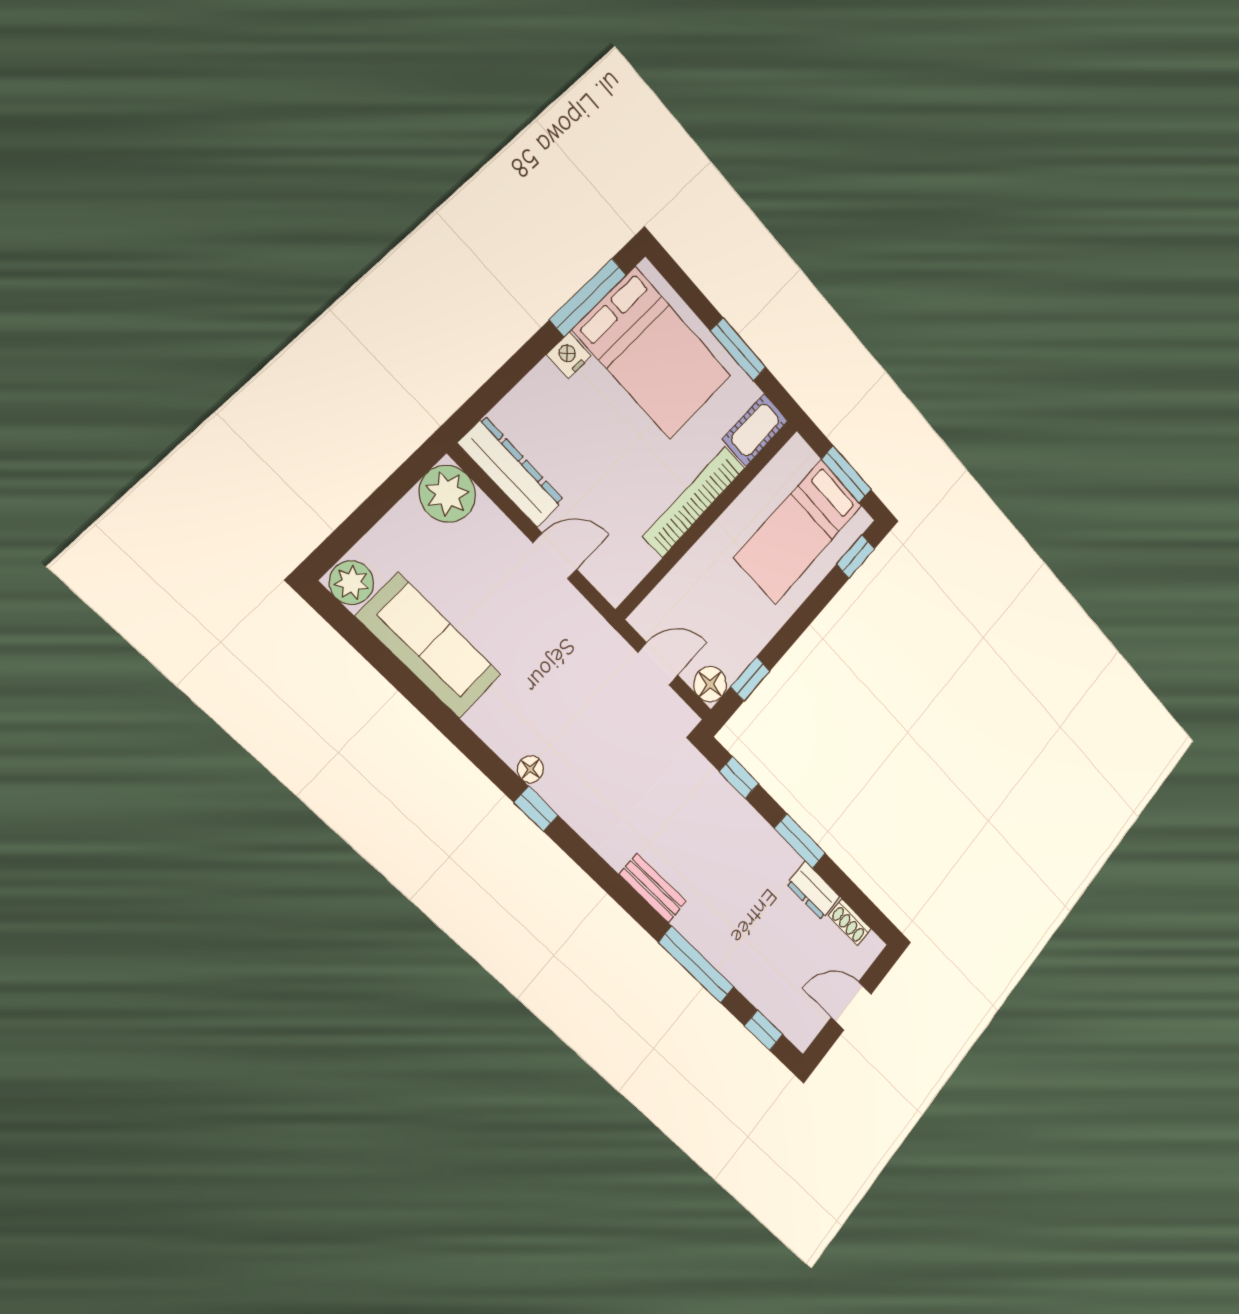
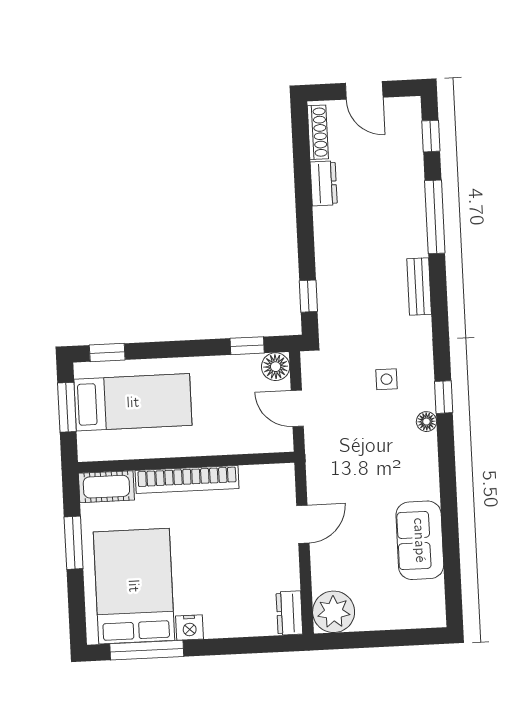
dresser: (511, 472) -> (289, 613), width x0.51, depth x0.80
door: (555, 556) -> (303, 524), swing flipped
plant: (351, 583) -> (430, 611), removed
sofa: (429, 646) -> (420, 540), width x0.73
side table: (604, 772) -> (386, 379), added
window: (800, 841) -> (305, 221), removed
shoe rack: (850, 922) -> (318, 132), width x1.43

